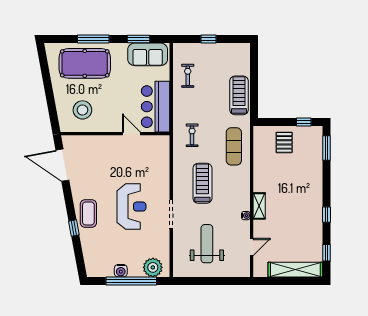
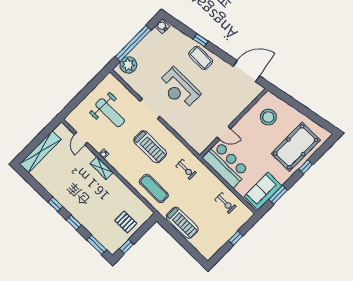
window: (93, 39) -> (306, 167), width x0.46
window: (327, 253) -> (74, 222), moved
water cooler: (121, 271) -> (162, 26), moved

